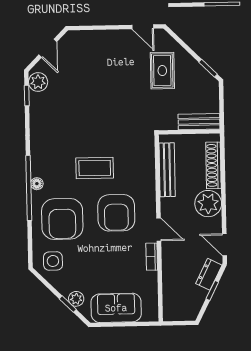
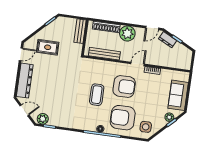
dresser: (99, 40) -> (25, 81), added
armchair: (62, 219) -> (123, 118), turned 180

